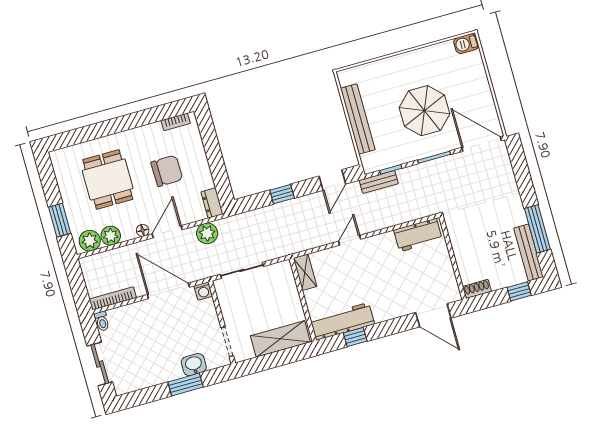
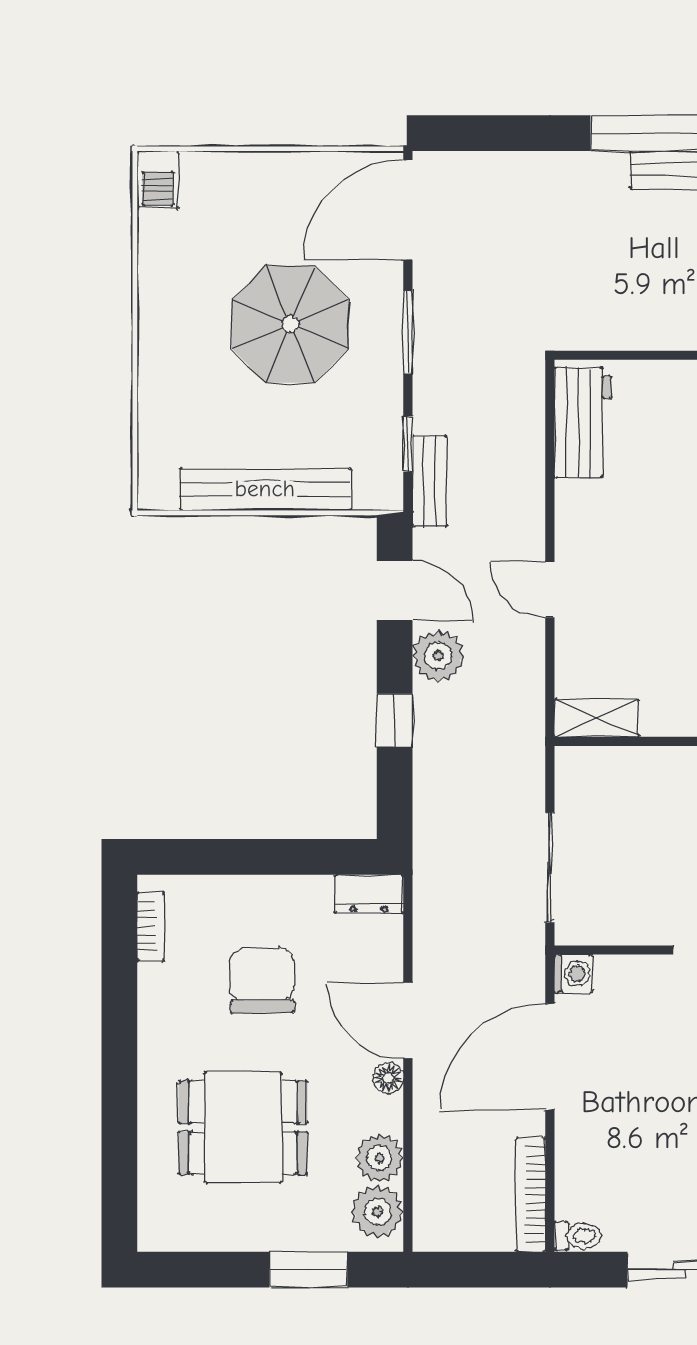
plant: (207, 233) -> (438, 656), moved

